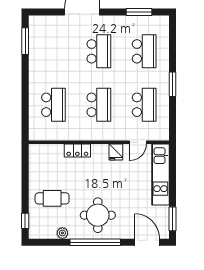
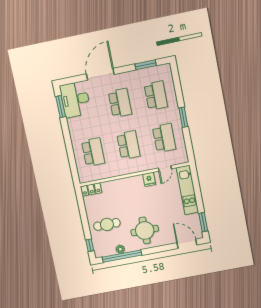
desk: (45, 36) -> (75, 99), added
locker: (77, 151) -> (91, 189), moved
window: (95, 242) -> (122, 256), moved

